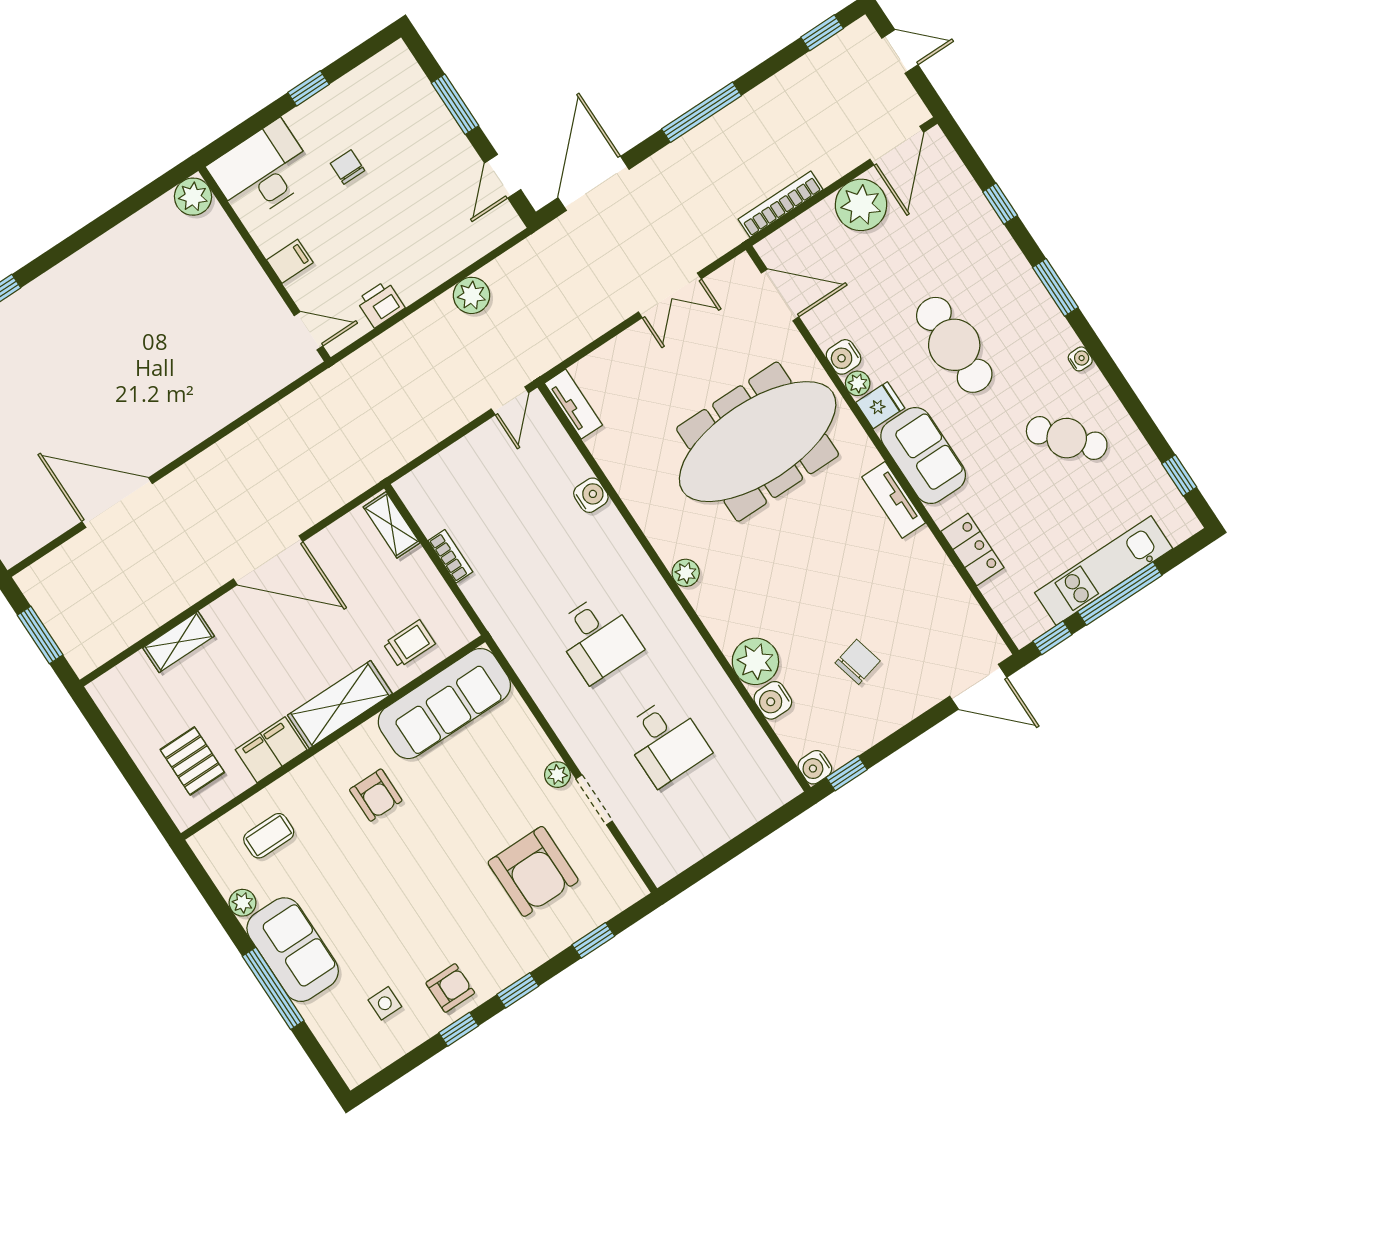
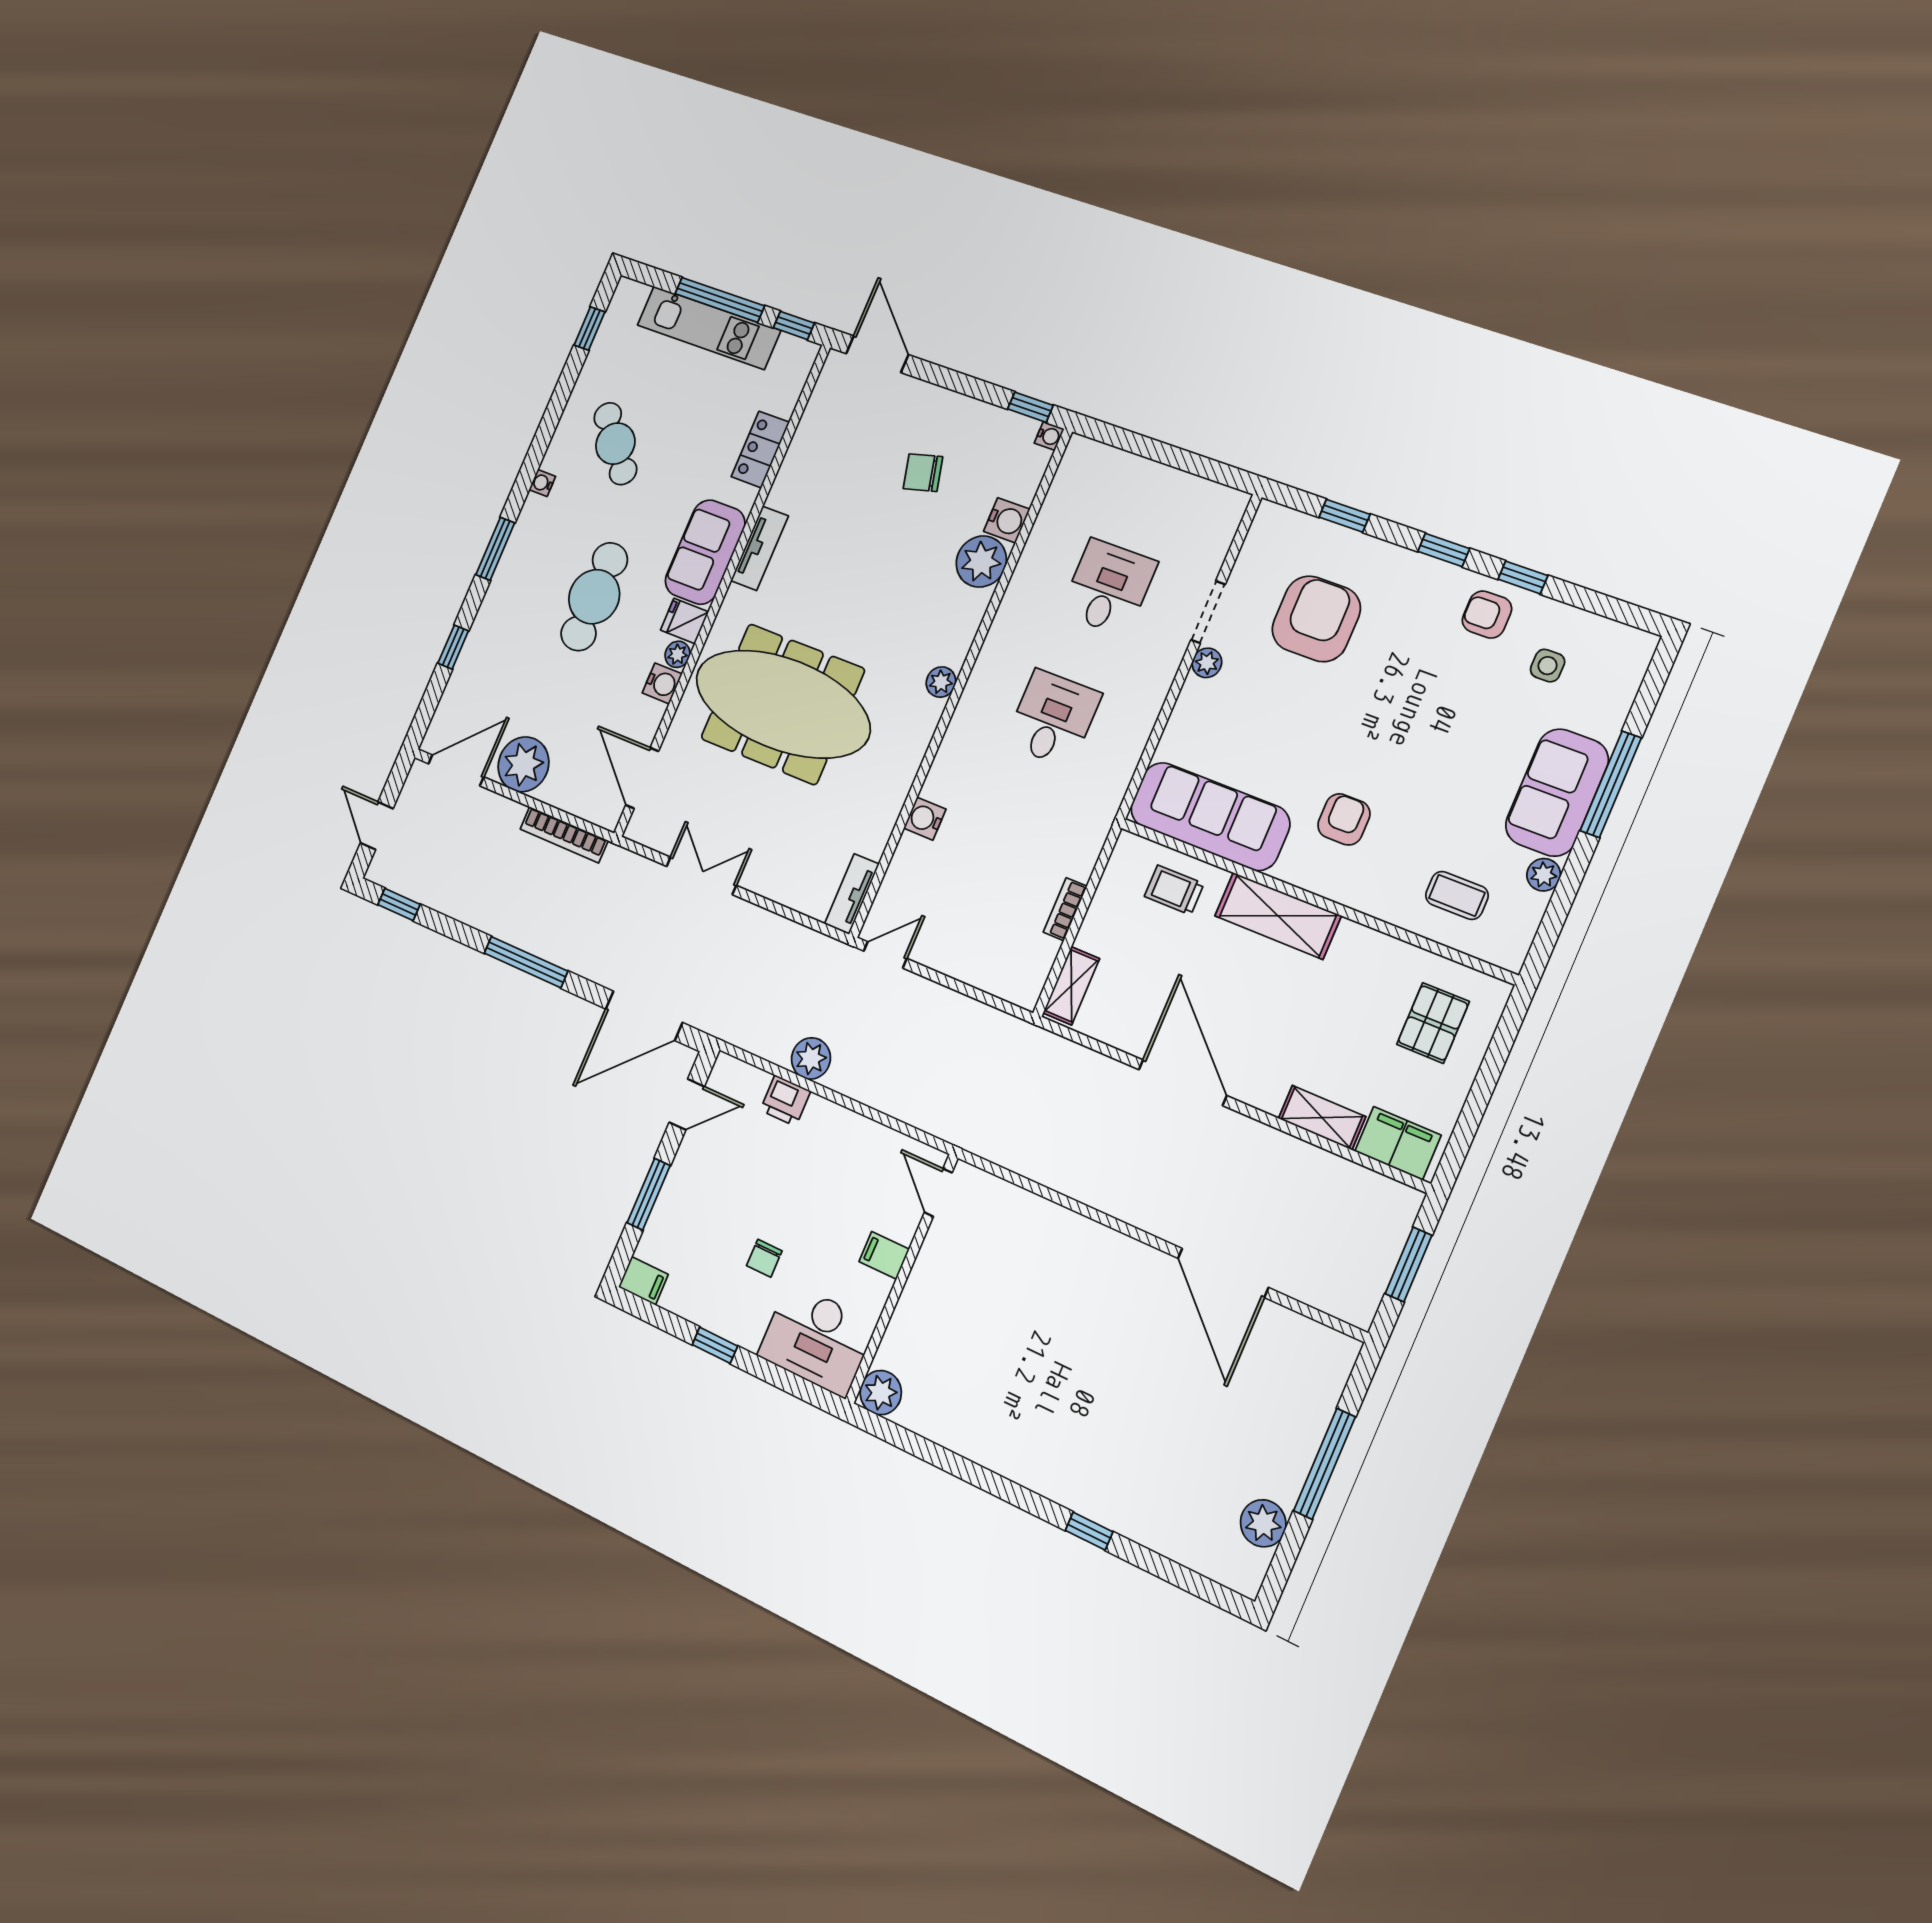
filing cabinet: (393, 60) -> (643, 1281), added
printer: (381, 304) -> (785, 1101), moved
filing cabinet: (271, 750) -> (1398, 1143), moved, turned 180
water cooler: (815, 767) -> (1049, 436), width x0.72, depth x0.72

